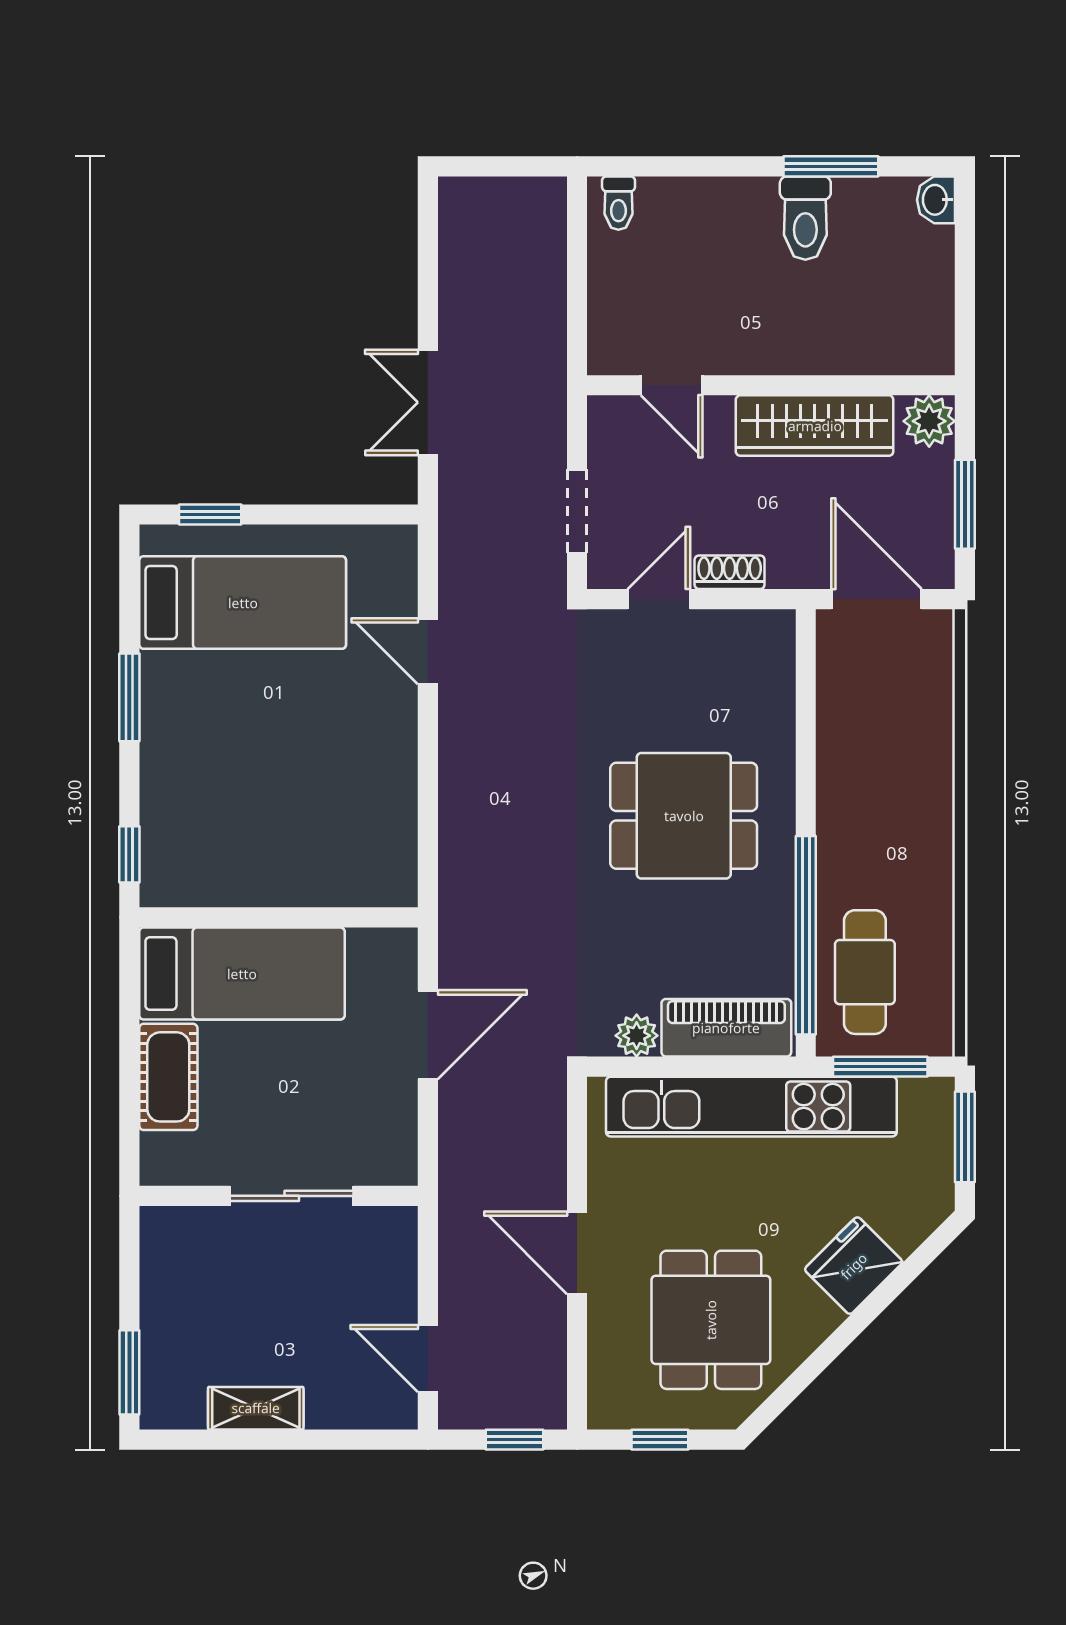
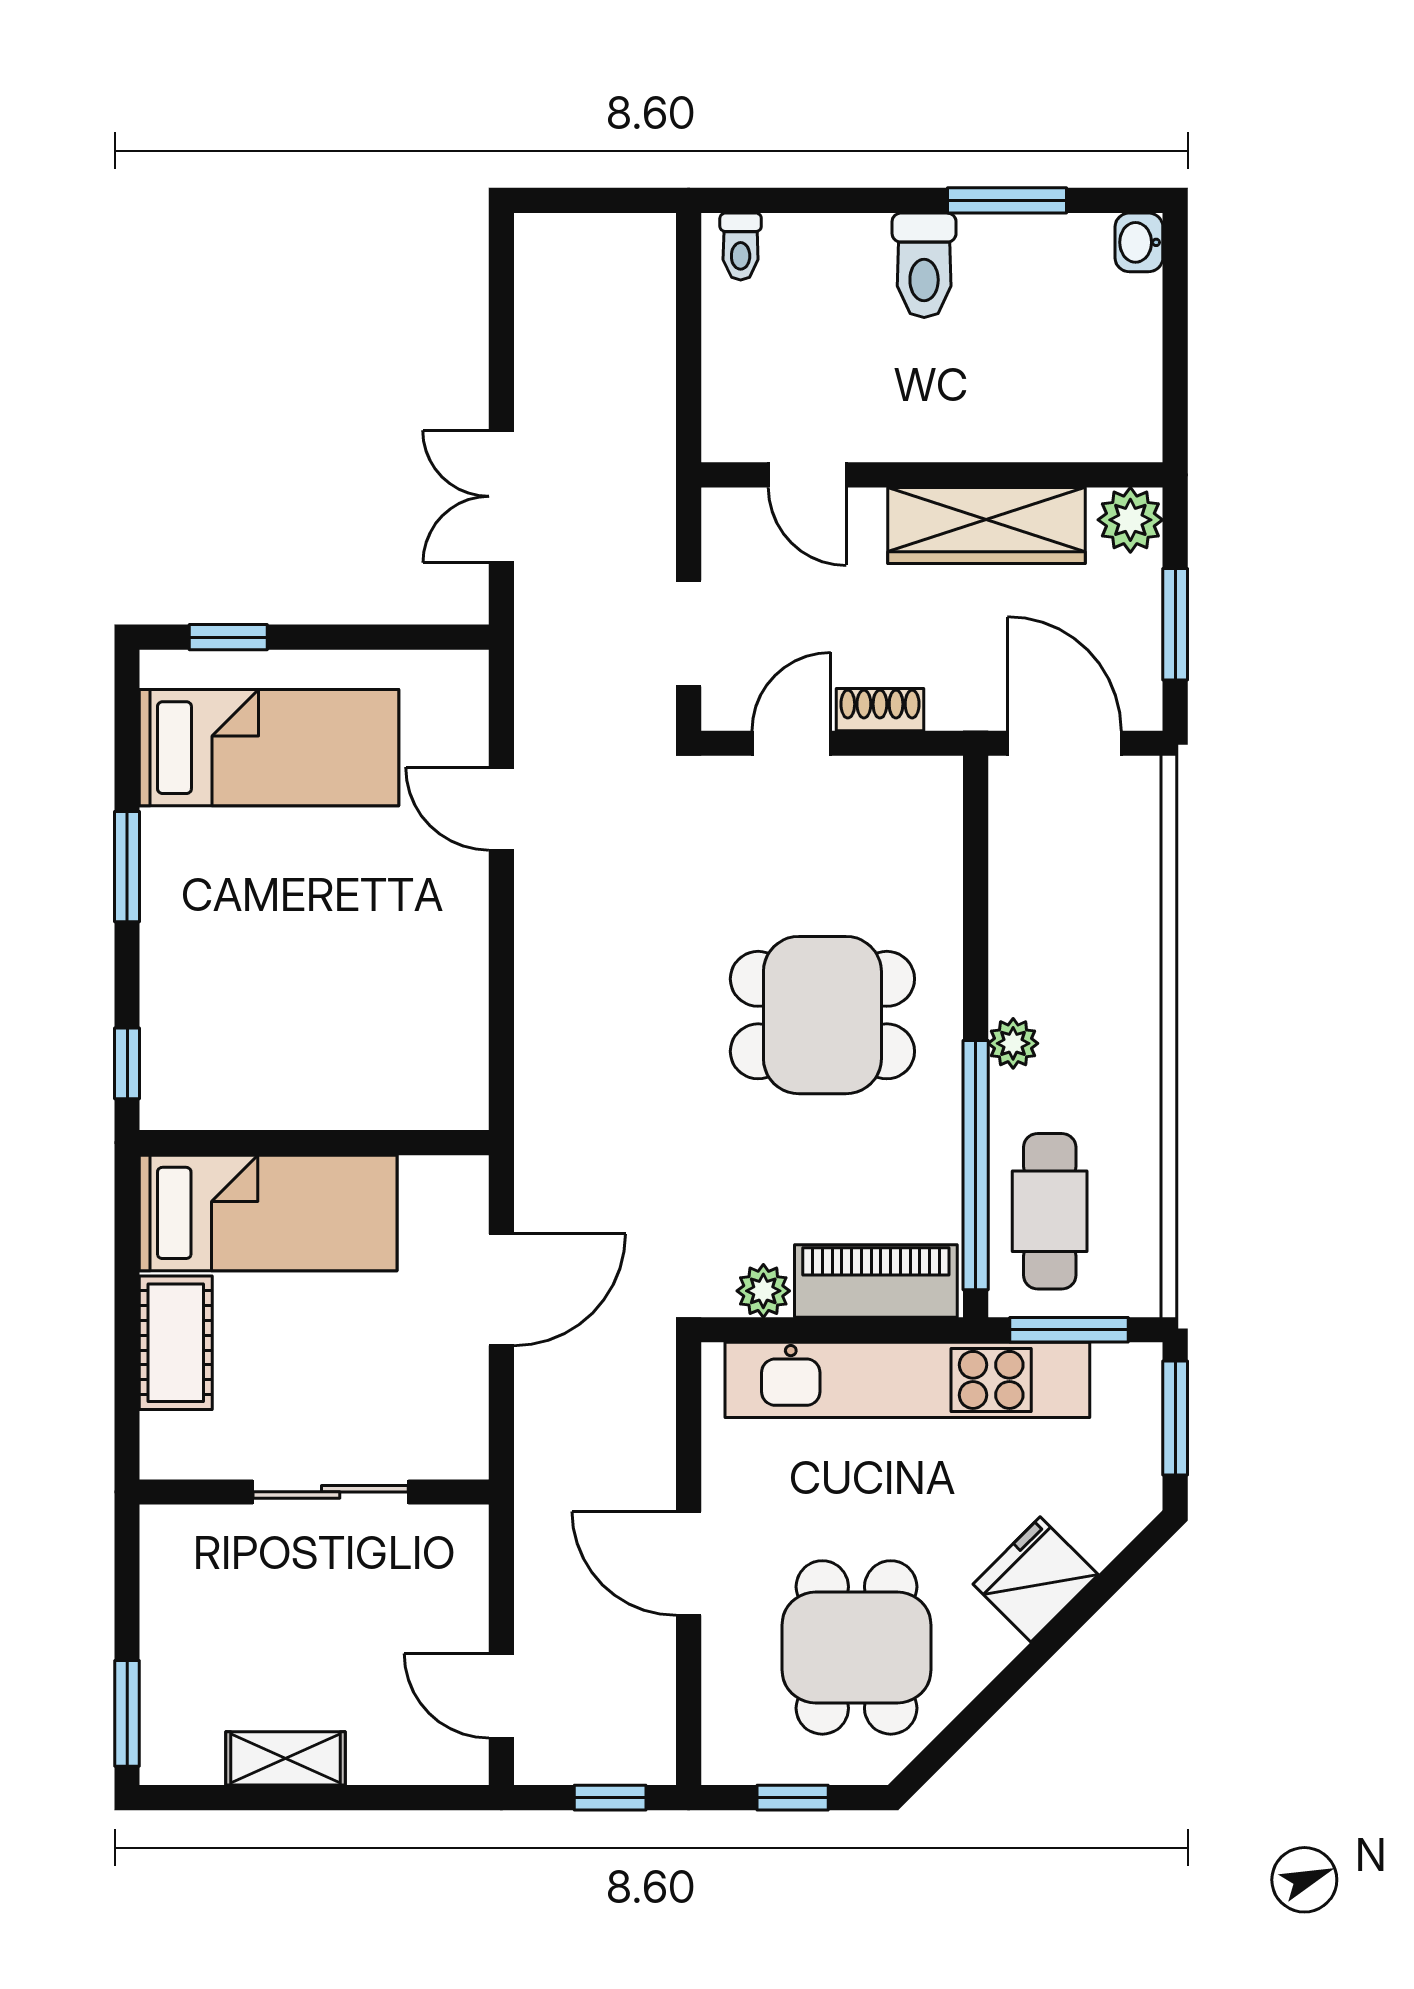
toilet: (805, 218) -> (924, 265), moved
plant: (836, 838) -> (1013, 1043), added

